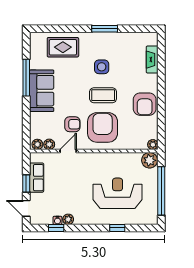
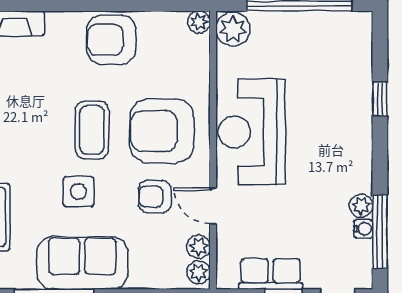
side table: (102, 67) -> (79, 192), moved
armchair: (145, 104) -> (111, 40), turned 180
armchair: (72, 124) -> (155, 196), turned -90
reception desk: (118, 193) -> (252, 132), moved
window: (56, 228) -> (380, 232), width x2.17

